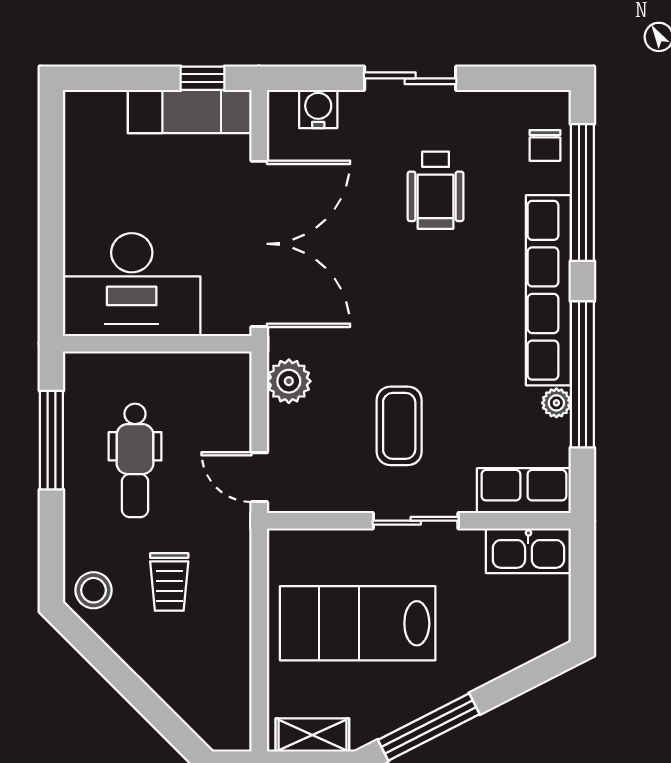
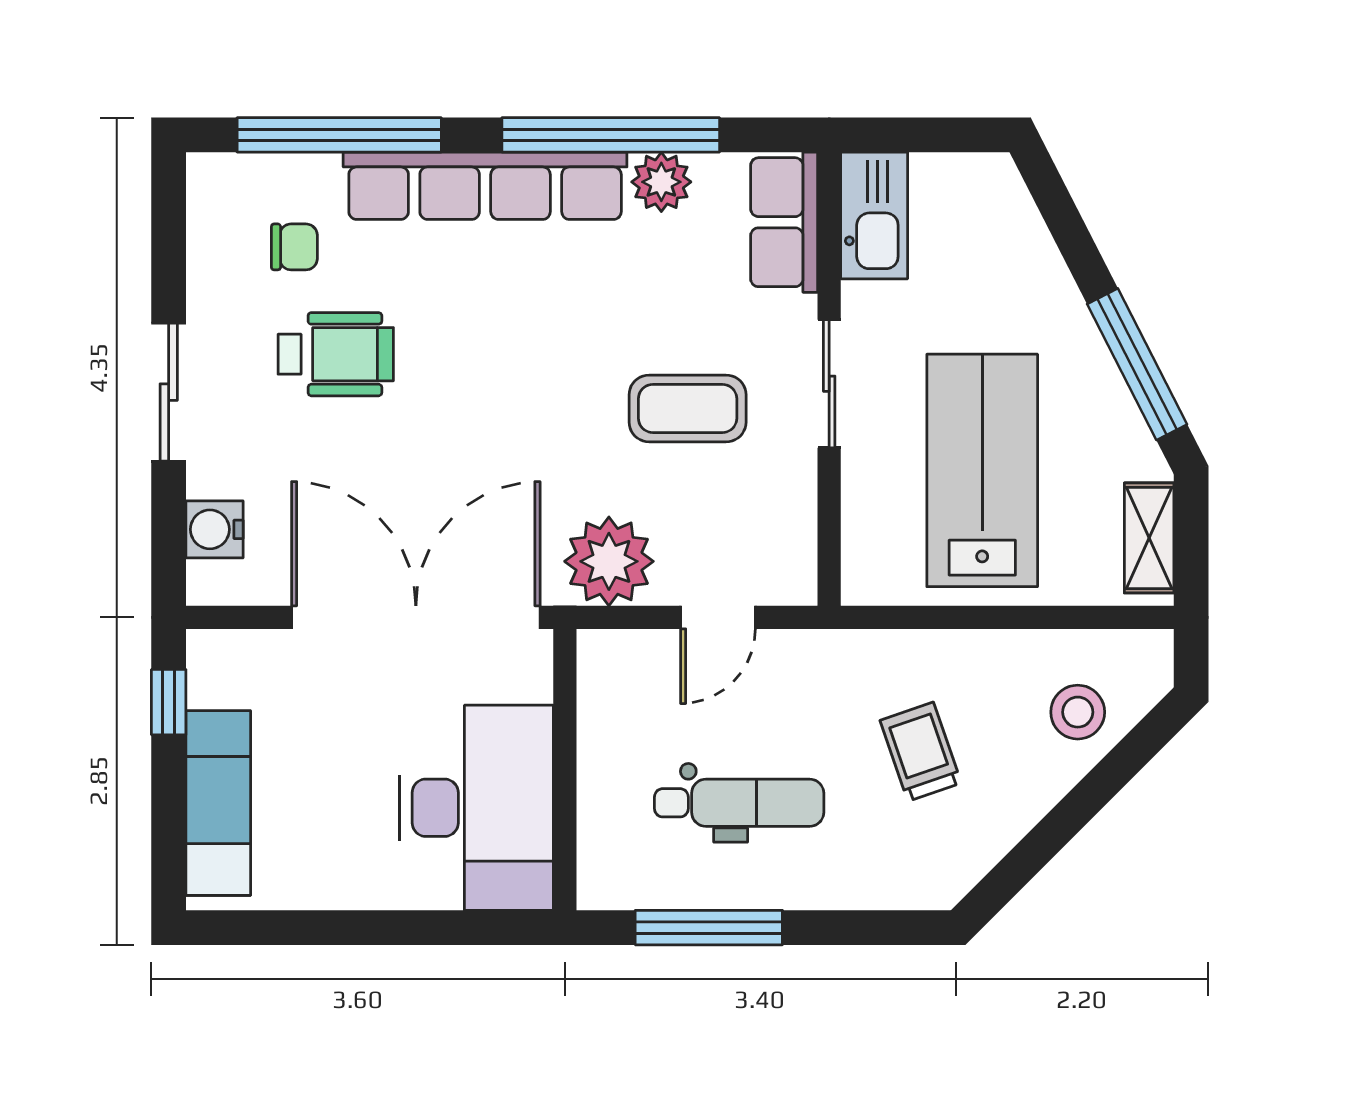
exam couch: (190, 111) -> (218, 803), moved
chair: (545, 145) -> (294, 247), moved
plant: (289, 381) -> (609, 561), width x1.36, depth x1.36
plant: (556, 403) -> (661, 182), width x1.38, depth x1.38
door: (259, 477) -> (718, 617), moved
trolley: (169, 582) -> (921, 752), turned -109
stool: (93, 590) -> (1078, 712), moved
lab bench: (358, 623) -> (982, 470), turned 180

